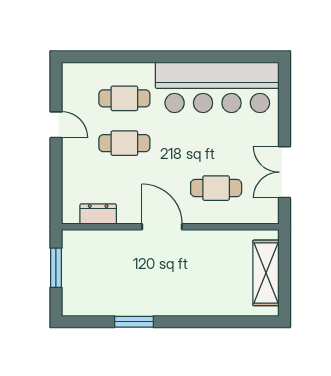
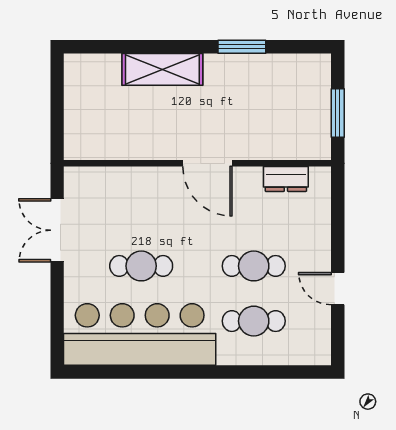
double door: (284, 172) -> (57, 230), swing flipped
cafe table: (216, 188) -> (141, 266), moved
shelving: (266, 273) -> (162, 69), moved, turned 90

